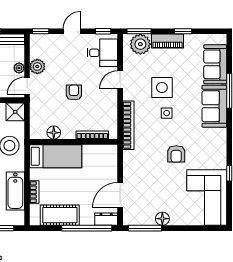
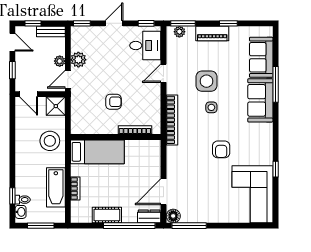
plant: (140, 44) -> (179, 32), width x0.53, depth x0.53
armchair: (74, 92) -> (113, 102), moved, turned 90
floor lamp: (54, 133) -> (95, 127), removed
cot: (60, 215) -> (107, 215), width x0.73, depth x0.75
floor lamp: (162, 219) -> (173, 216), moved

